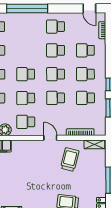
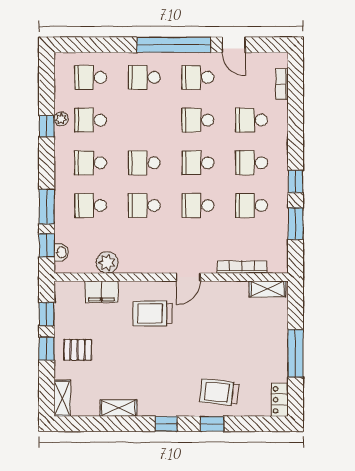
window: (27, 8) -> (174, 45), moved
door: (89, 8) -> (234, 45), moved
school desk: (26, 122) -> (144, 77), moved
door: (50, 138) -> (188, 277), swing flipped
trolley: (70, 160) -> (153, 313), moved, turned -104

